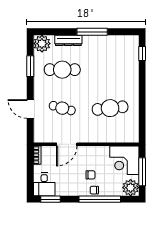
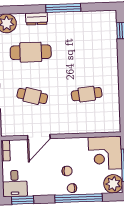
dresser: (68, 40) -> (37, 19), width x0.70
cafe table: (110, 108) -> (87, 94), width x0.73, depth x0.74

